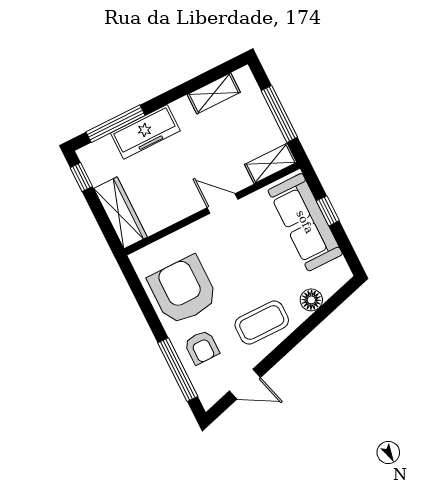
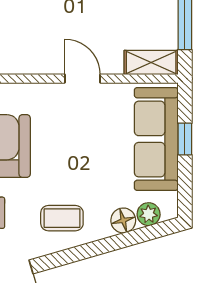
plant: (329, 285) -> (149, 214), added
coffee table: (262, 322) -> (62, 218), width x0.73, depth x0.77

